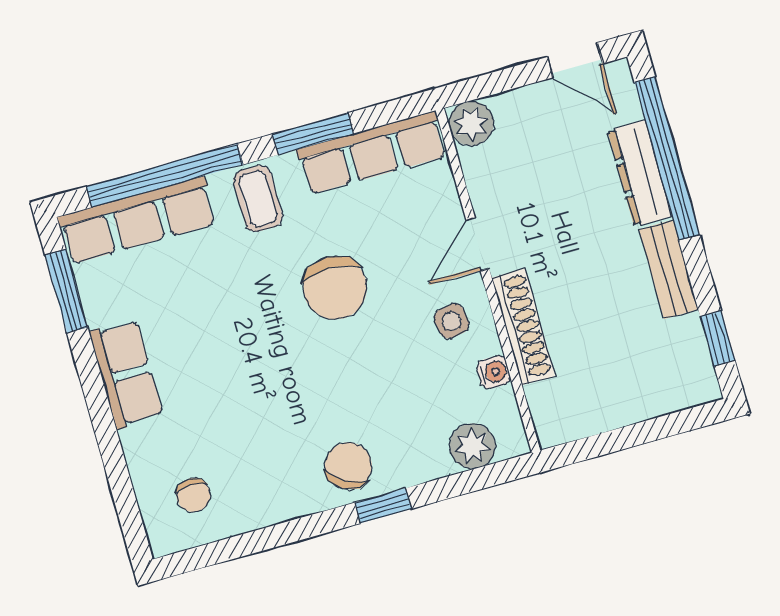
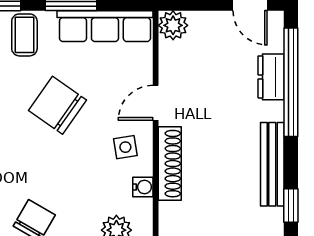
dresser: (640, 173) -> (271, 77), width x0.70
bench: (669, 269) -> (272, 164), width x1.36
chair: (335, 288) -> (57, 105), turned 125

